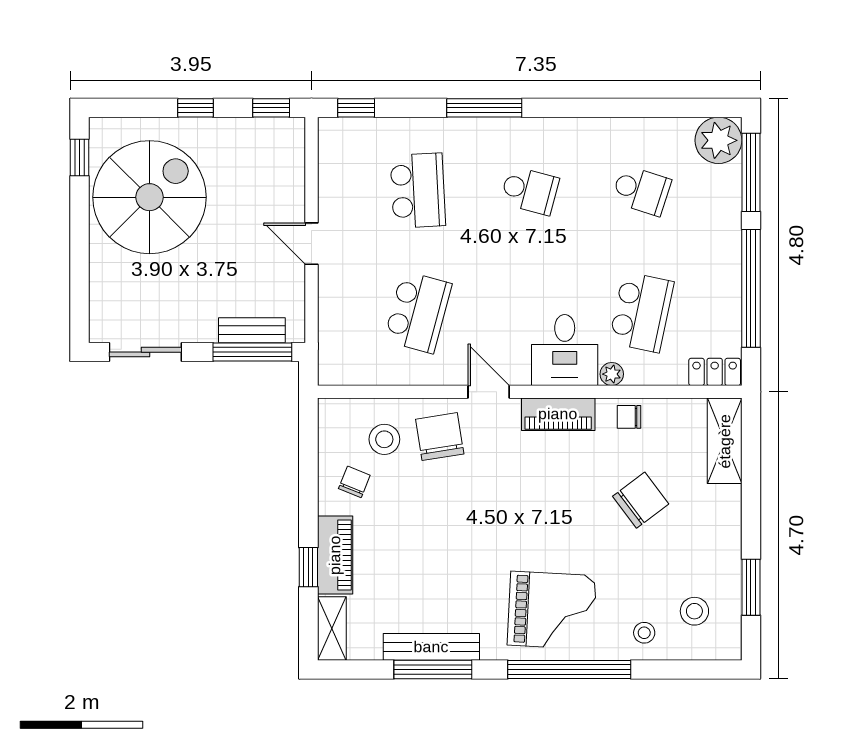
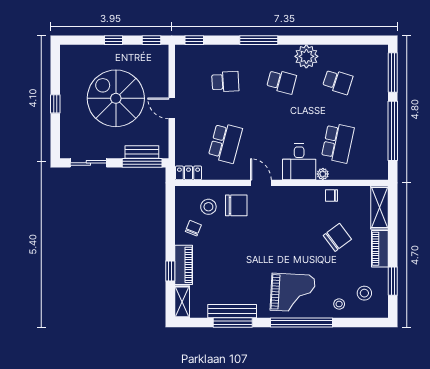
plant: (718, 140) -> (306, 56), moved
window: (79, 158) -> (55, 104), moved
school desk: (418, 191) -> (225, 82), width x0.54
spiral stairs: (150, 197) -> (116, 98), moved, turned -90
locker: (715, 372) -> (189, 173), moved
piano: (558, 414) -> (380, 249), moved, turned 90
chair: (440, 437) -> (236, 205), turned 99

